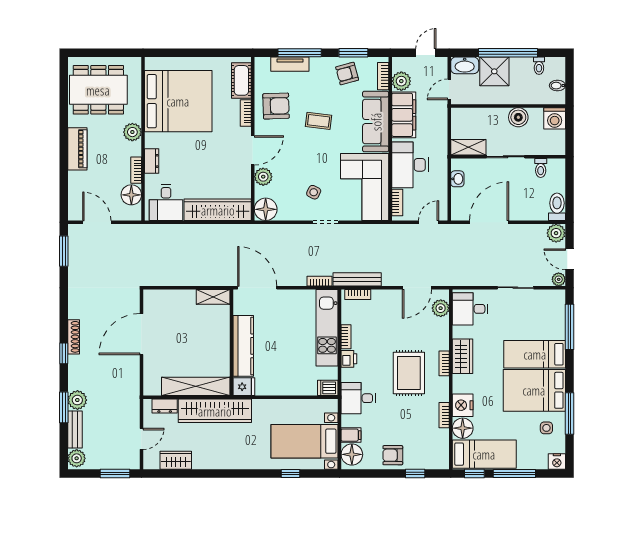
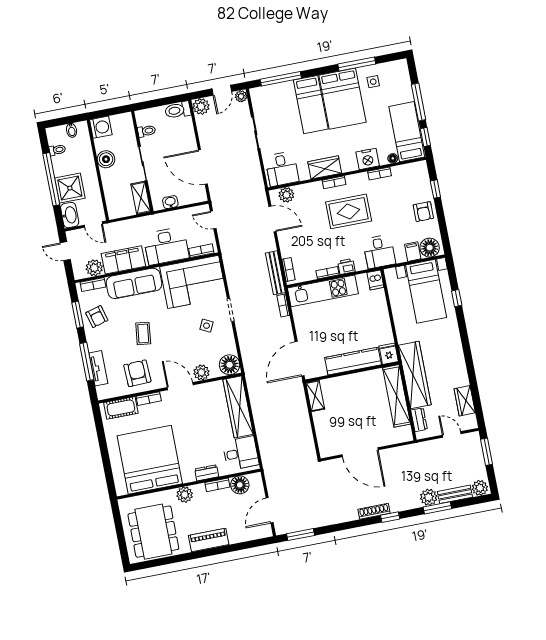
floor lamp: (463, 428) -> (393, 158), width x0.53, depth x0.53
nightstand: (557, 462) -> (401, 67), removed

